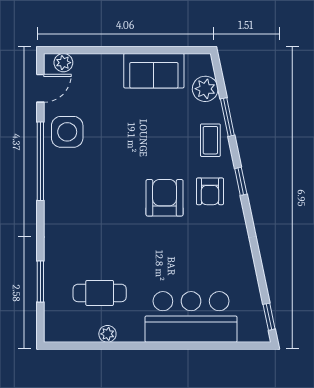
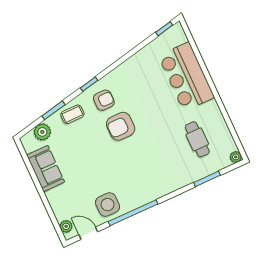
plant: (107, 334) -> (236, 157), moved

